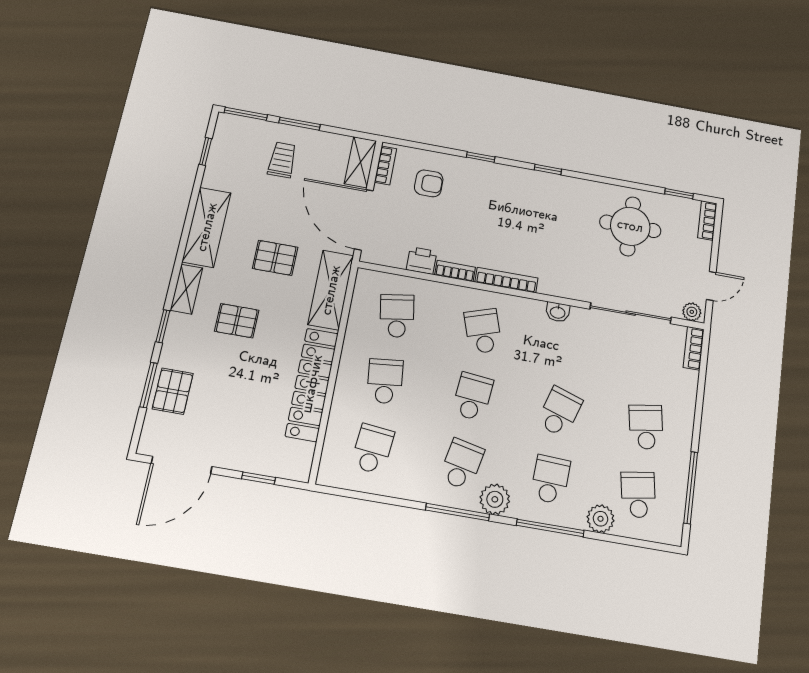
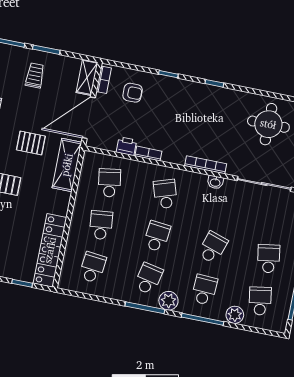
door: (364, 220) -> (89, 118), hinge flipped
bookcase: (507, 280) -> (206, 165), moved
locker: (312, 384) -> (50, 250), moved

